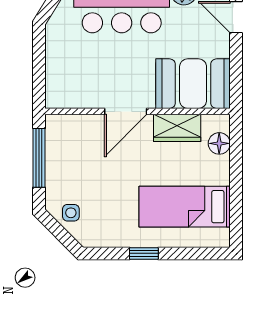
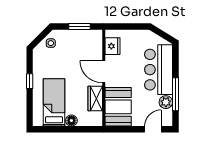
fridge: (77, 94) -> (113, 46), added
floor lamp: (219, 143) -> (71, 121), moved
window: (39, 158) -> (79, 26), width x0.69

